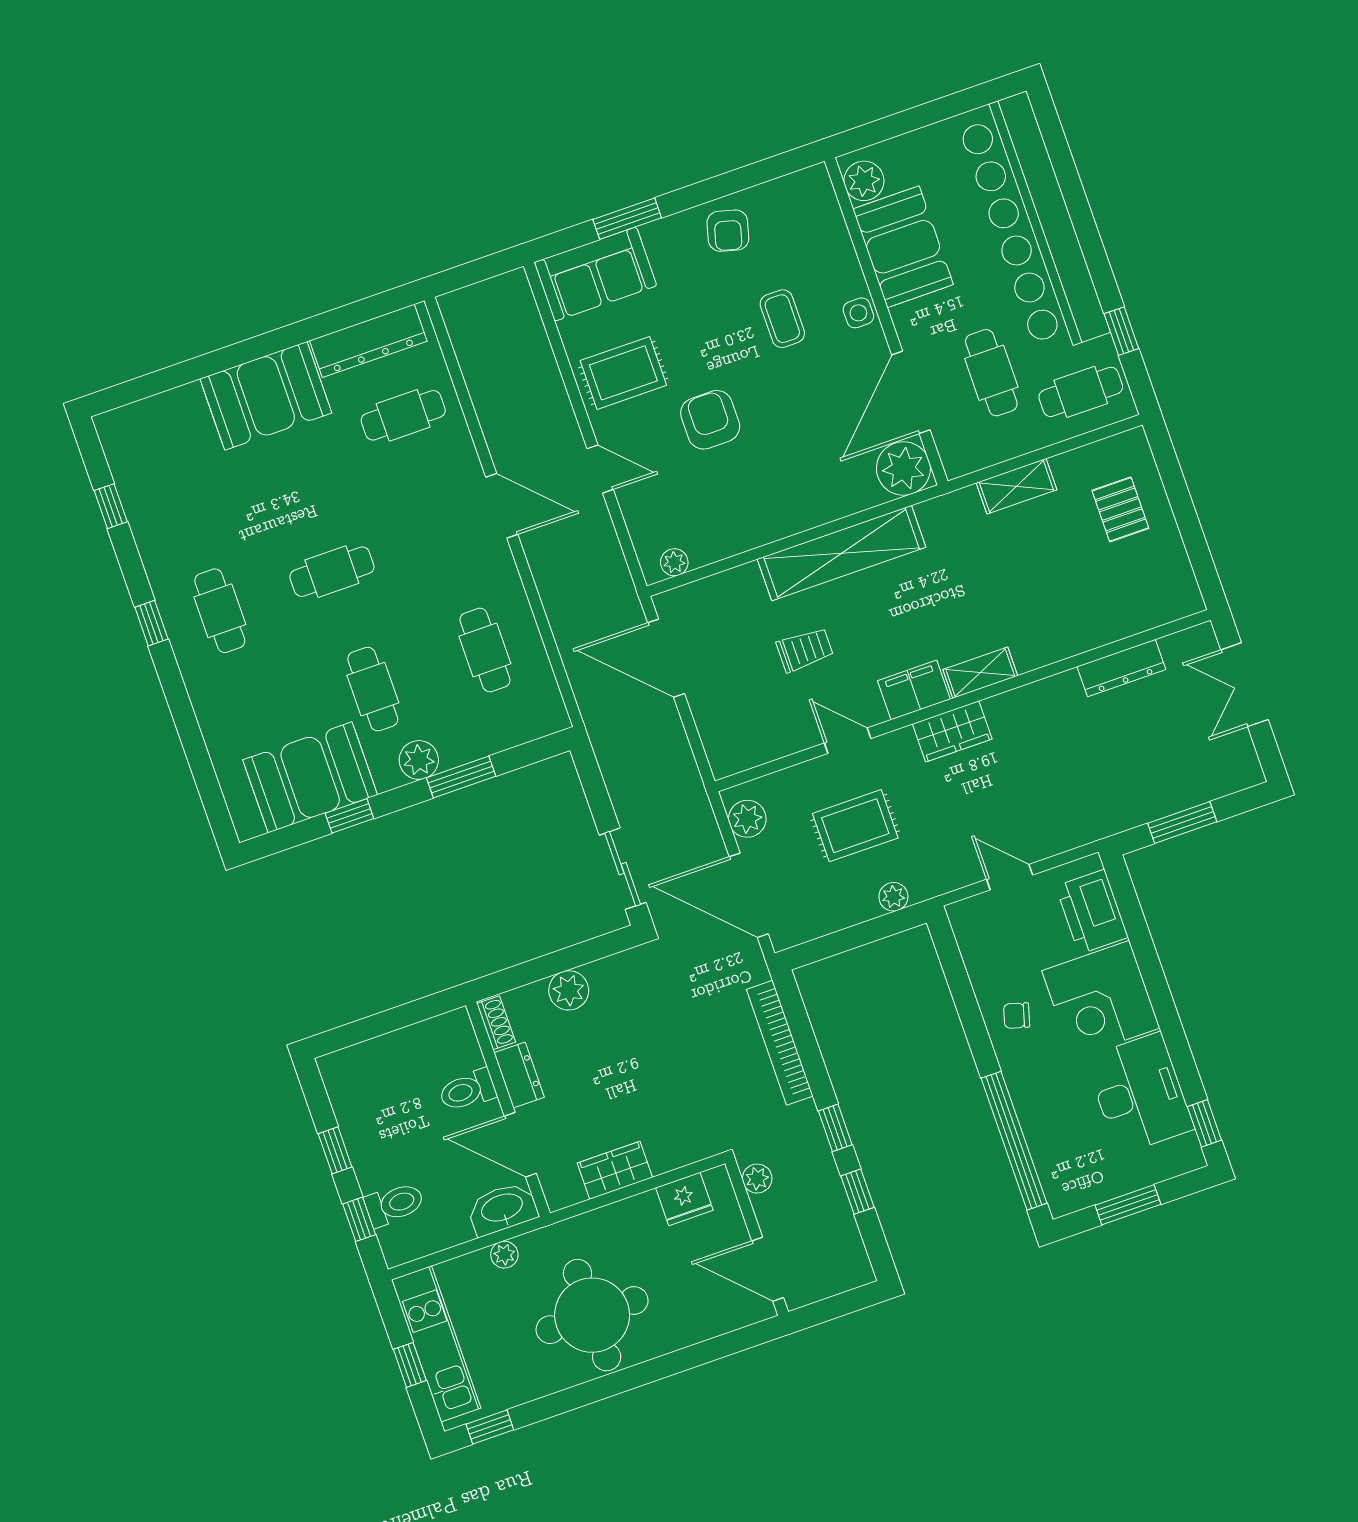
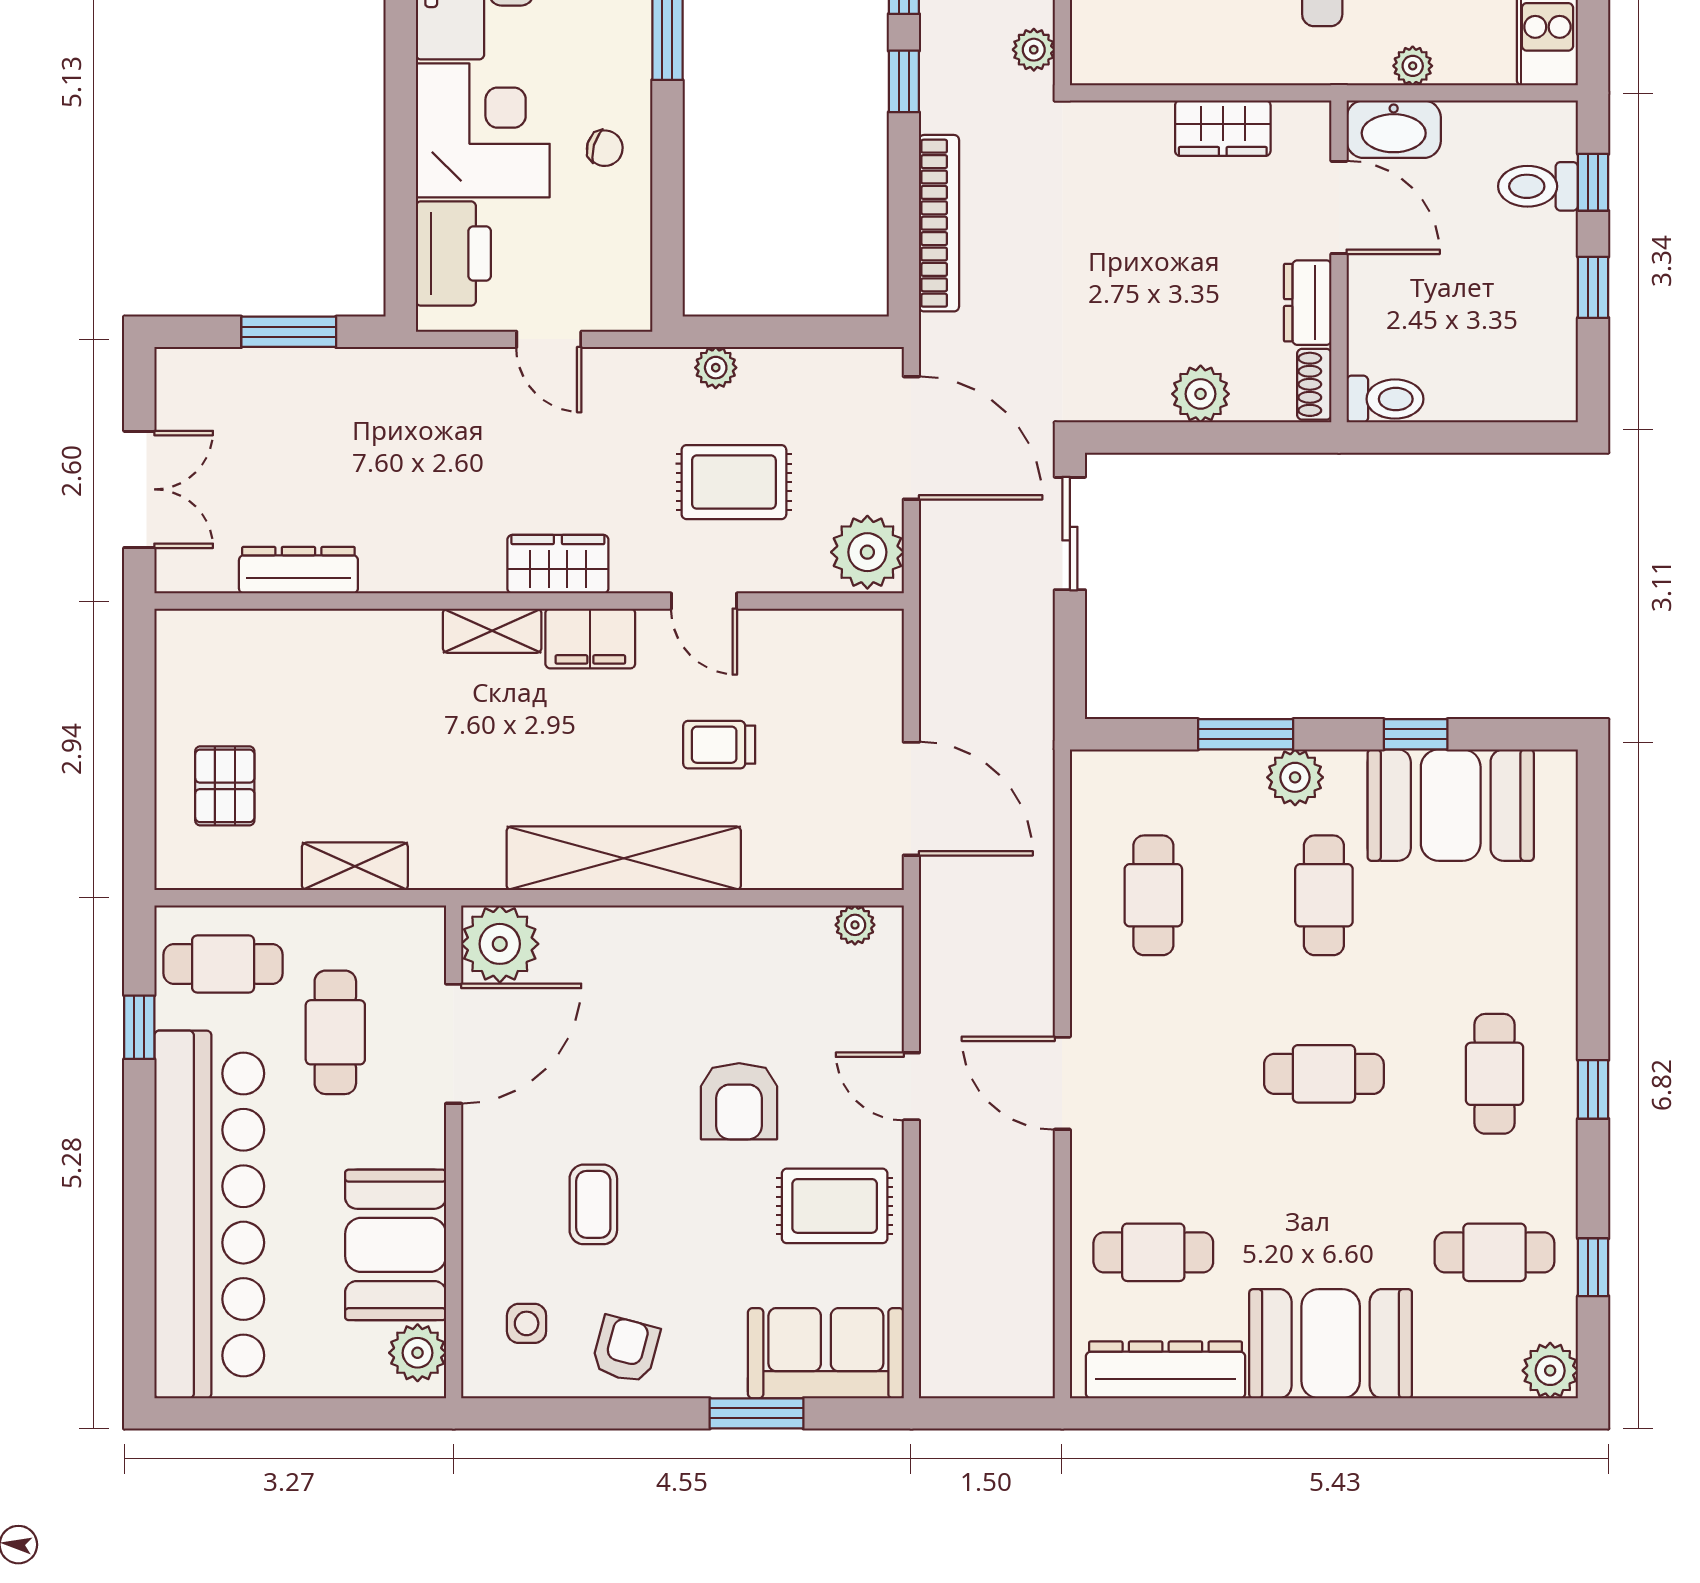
side table: (858, 313) -> (527, 1323), moved
plant: (115, 428) -> (1550, 1371), added
cafe table: (179, 493) -> (1494, 1252), added
plant: (747, 819) -> (867, 552), width x1.36, depth x1.36
toilet: (468, 1090) -> (1385, 399), moved
fridge: (684, 1199) -> (1142, 56), removed

